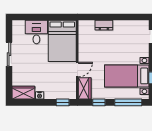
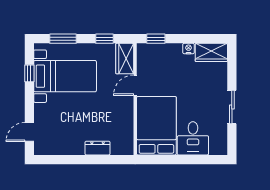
window: (128, 102) -> (63, 39), width x0.69

